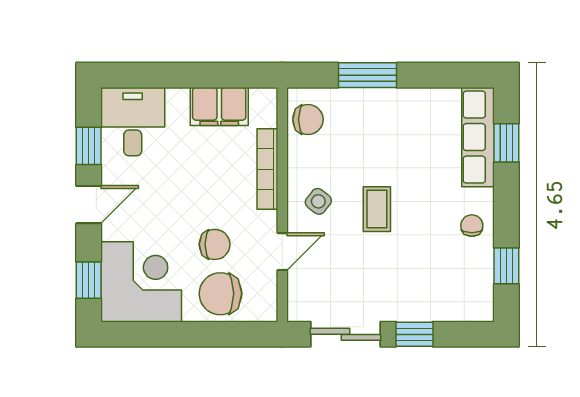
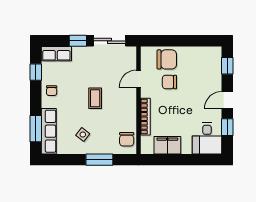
chair: (308, 120) -> (127, 139), turned -90
window: (506, 143) -> (36, 129), width x1.50
side table: (318, 201) -> (83, 135), moved
corner desk: (141, 282) -> (203, 65), removed
row of seats: (461, 306) -> (56, 54), added

